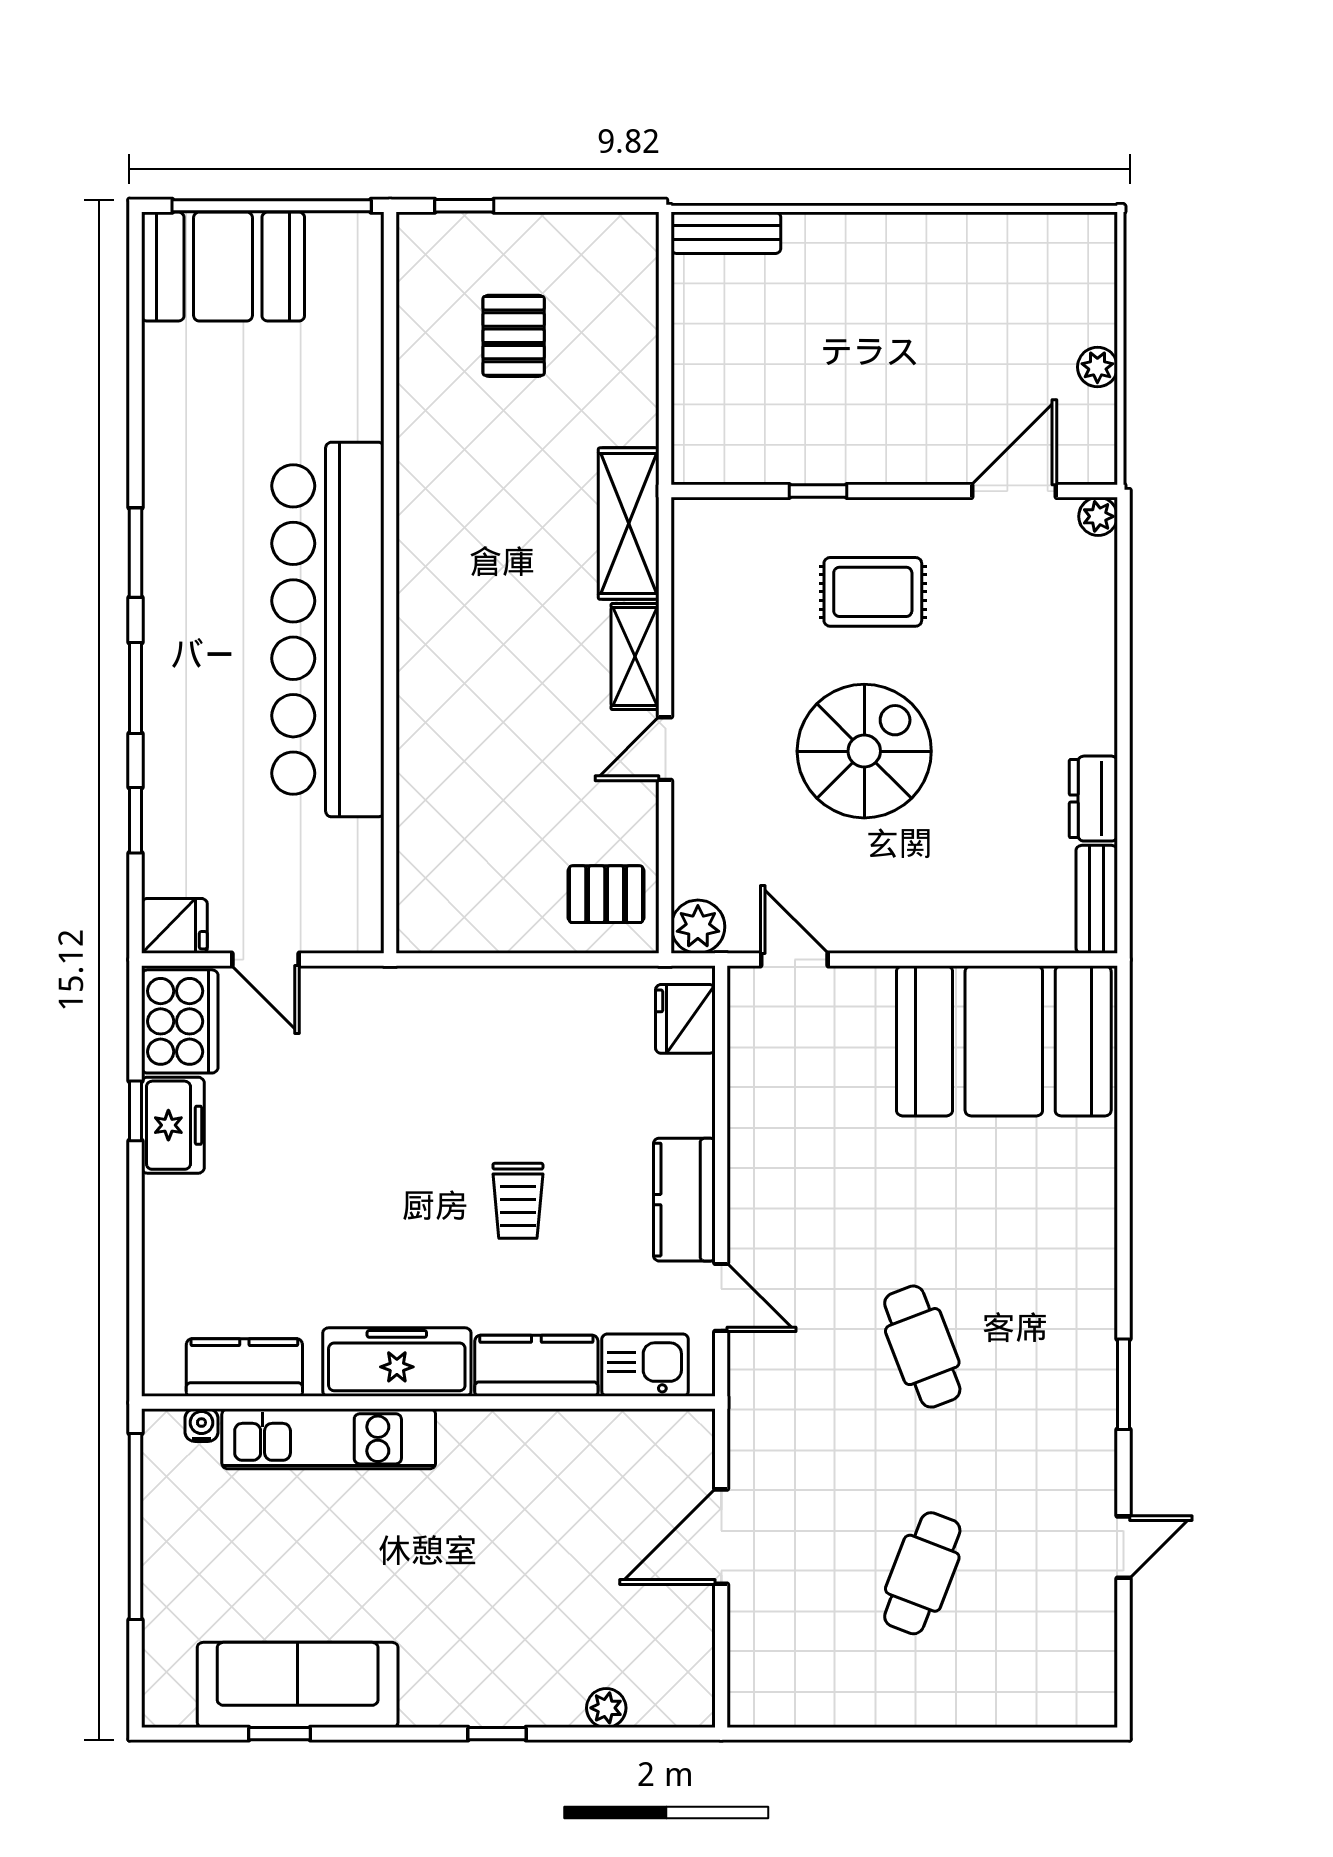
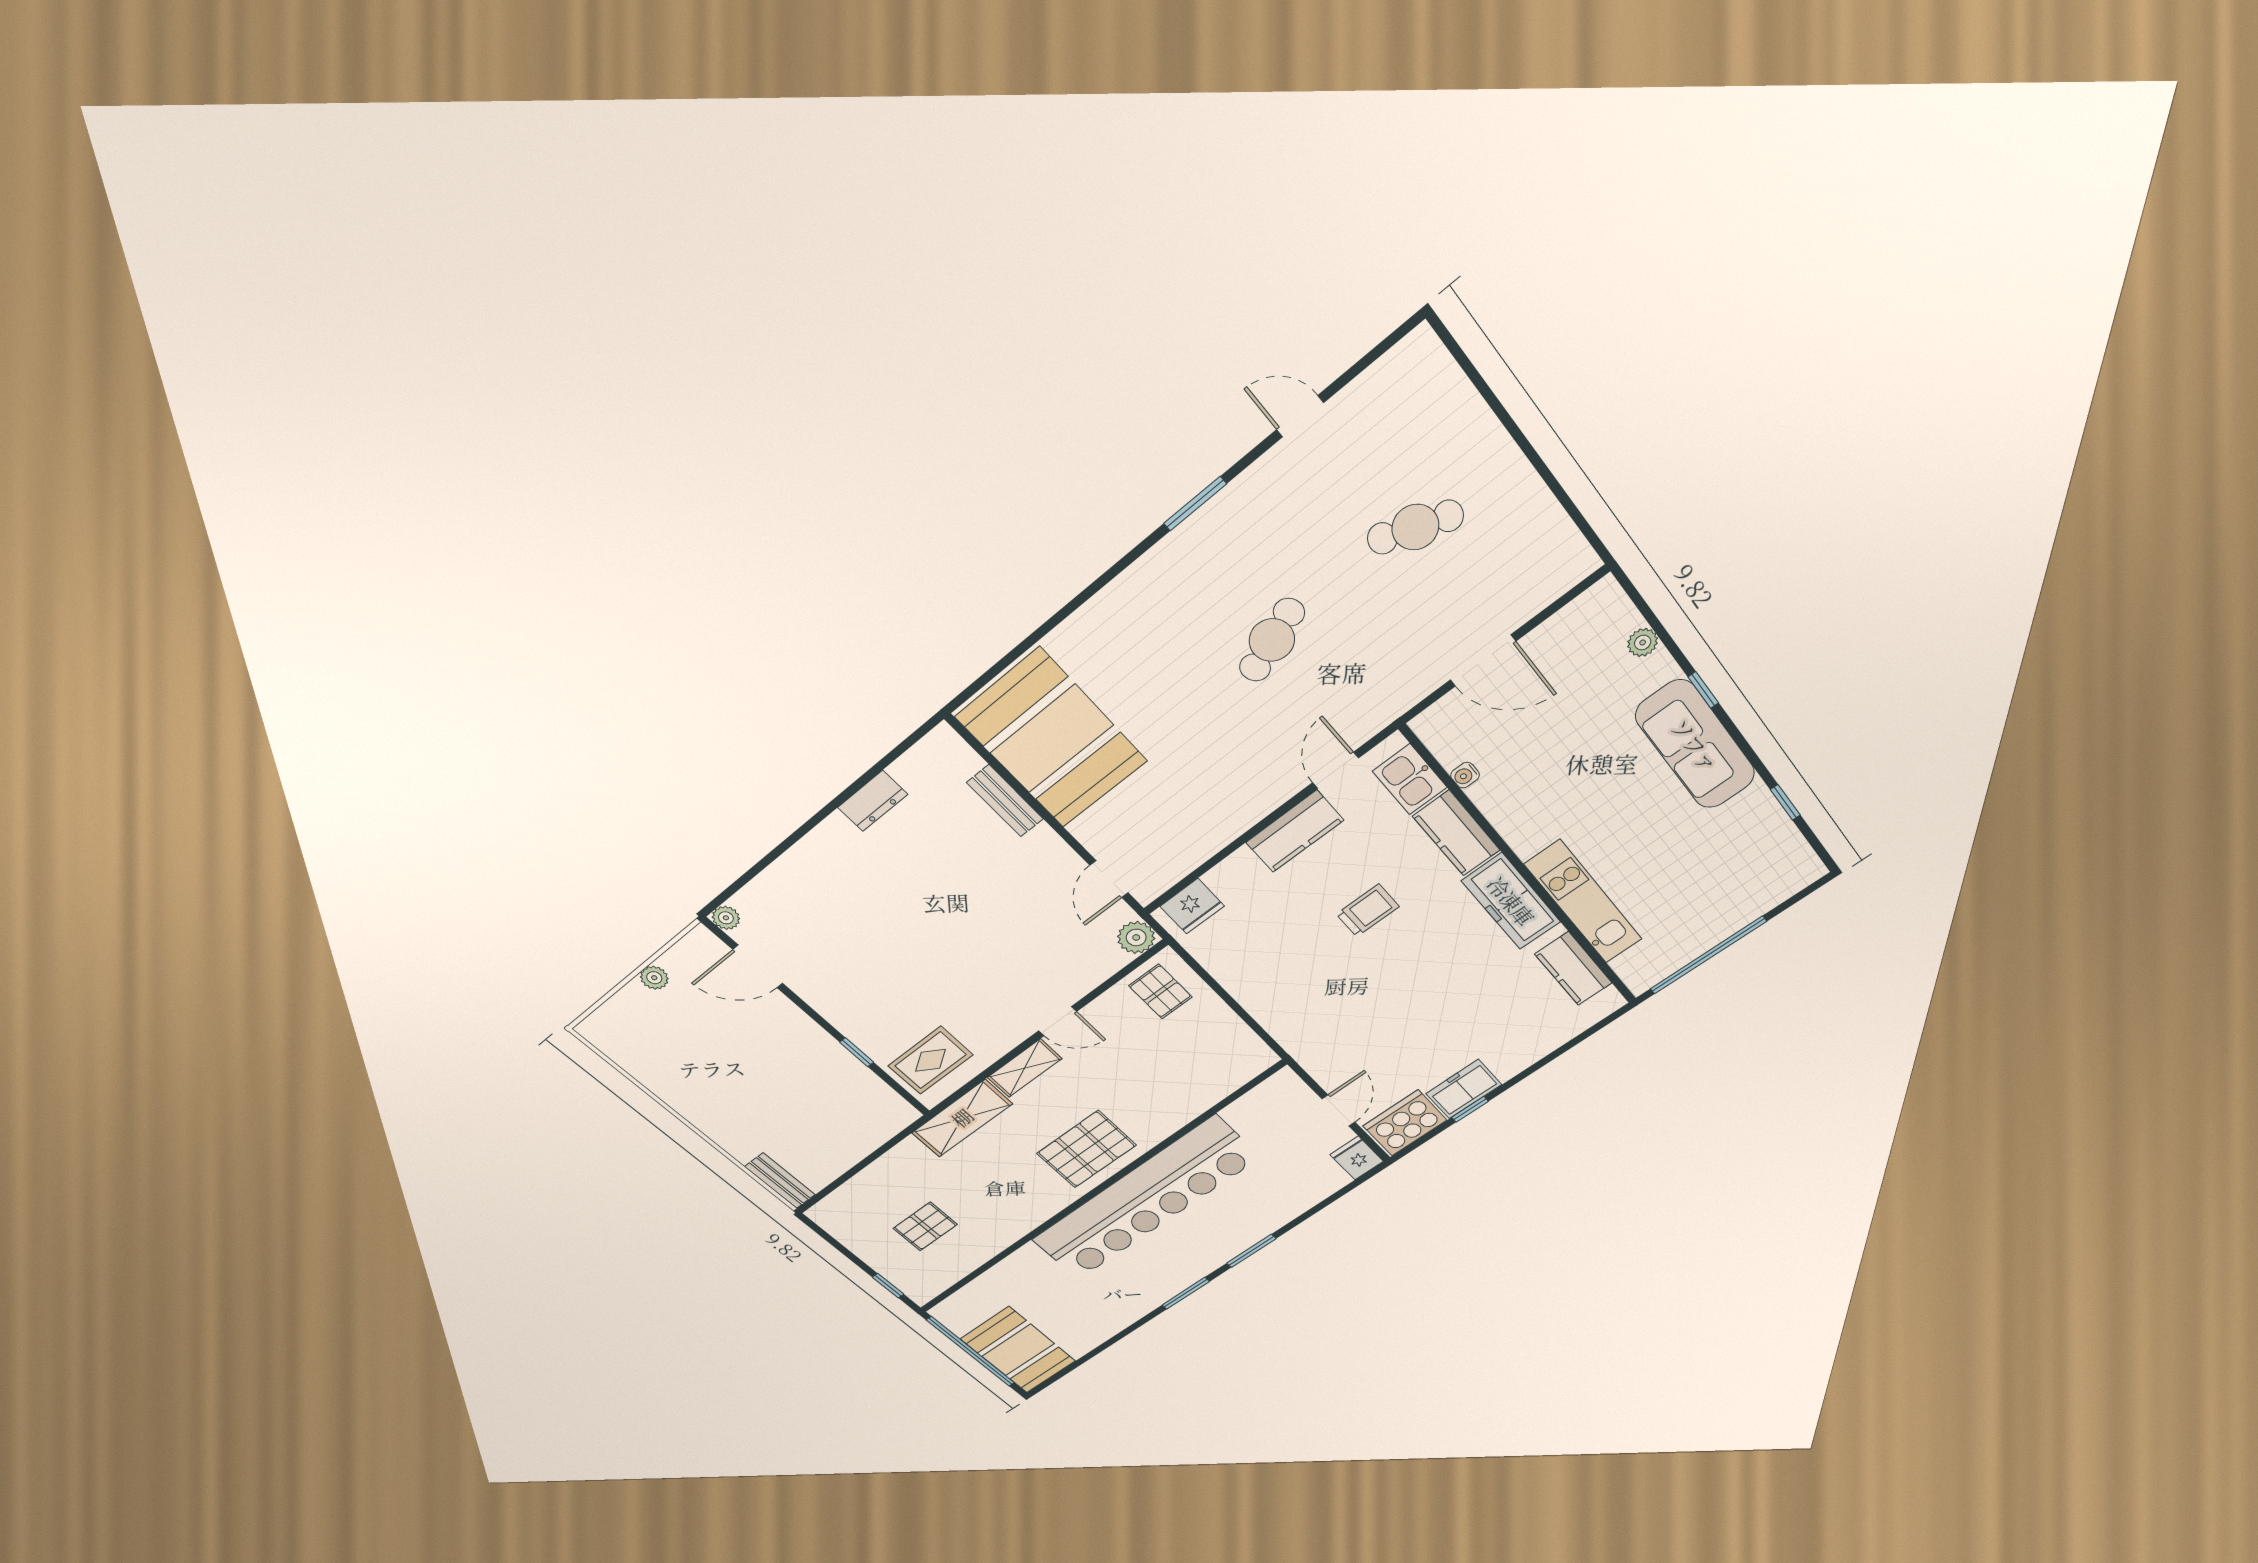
rug: (873, 592) -> (930, 1060), moved, turned 90
pallet: (461, 625) -> (1086, 1149), added
spiral stairs: (864, 751) -> (964, 931), removed
window: (135, 820) -> (1317, 1208), removed
bench: (1097, 899) -> (1005, 801), moved, turned 90
water cooler: (201, 1425) -> (1465, 775), moved
sofa: (298, 1685) -> (1695, 745), moved

